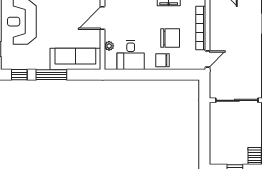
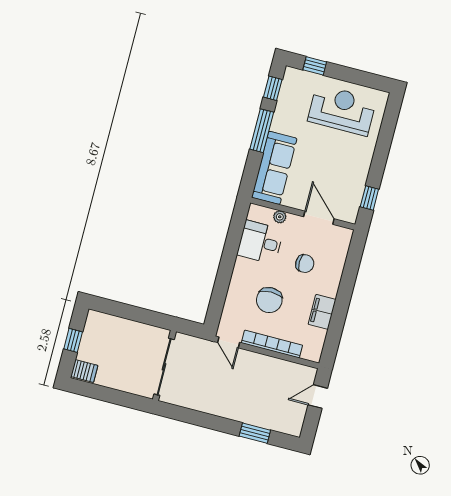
chair: (162, 60) -> (305, 264), moved, turned 90

